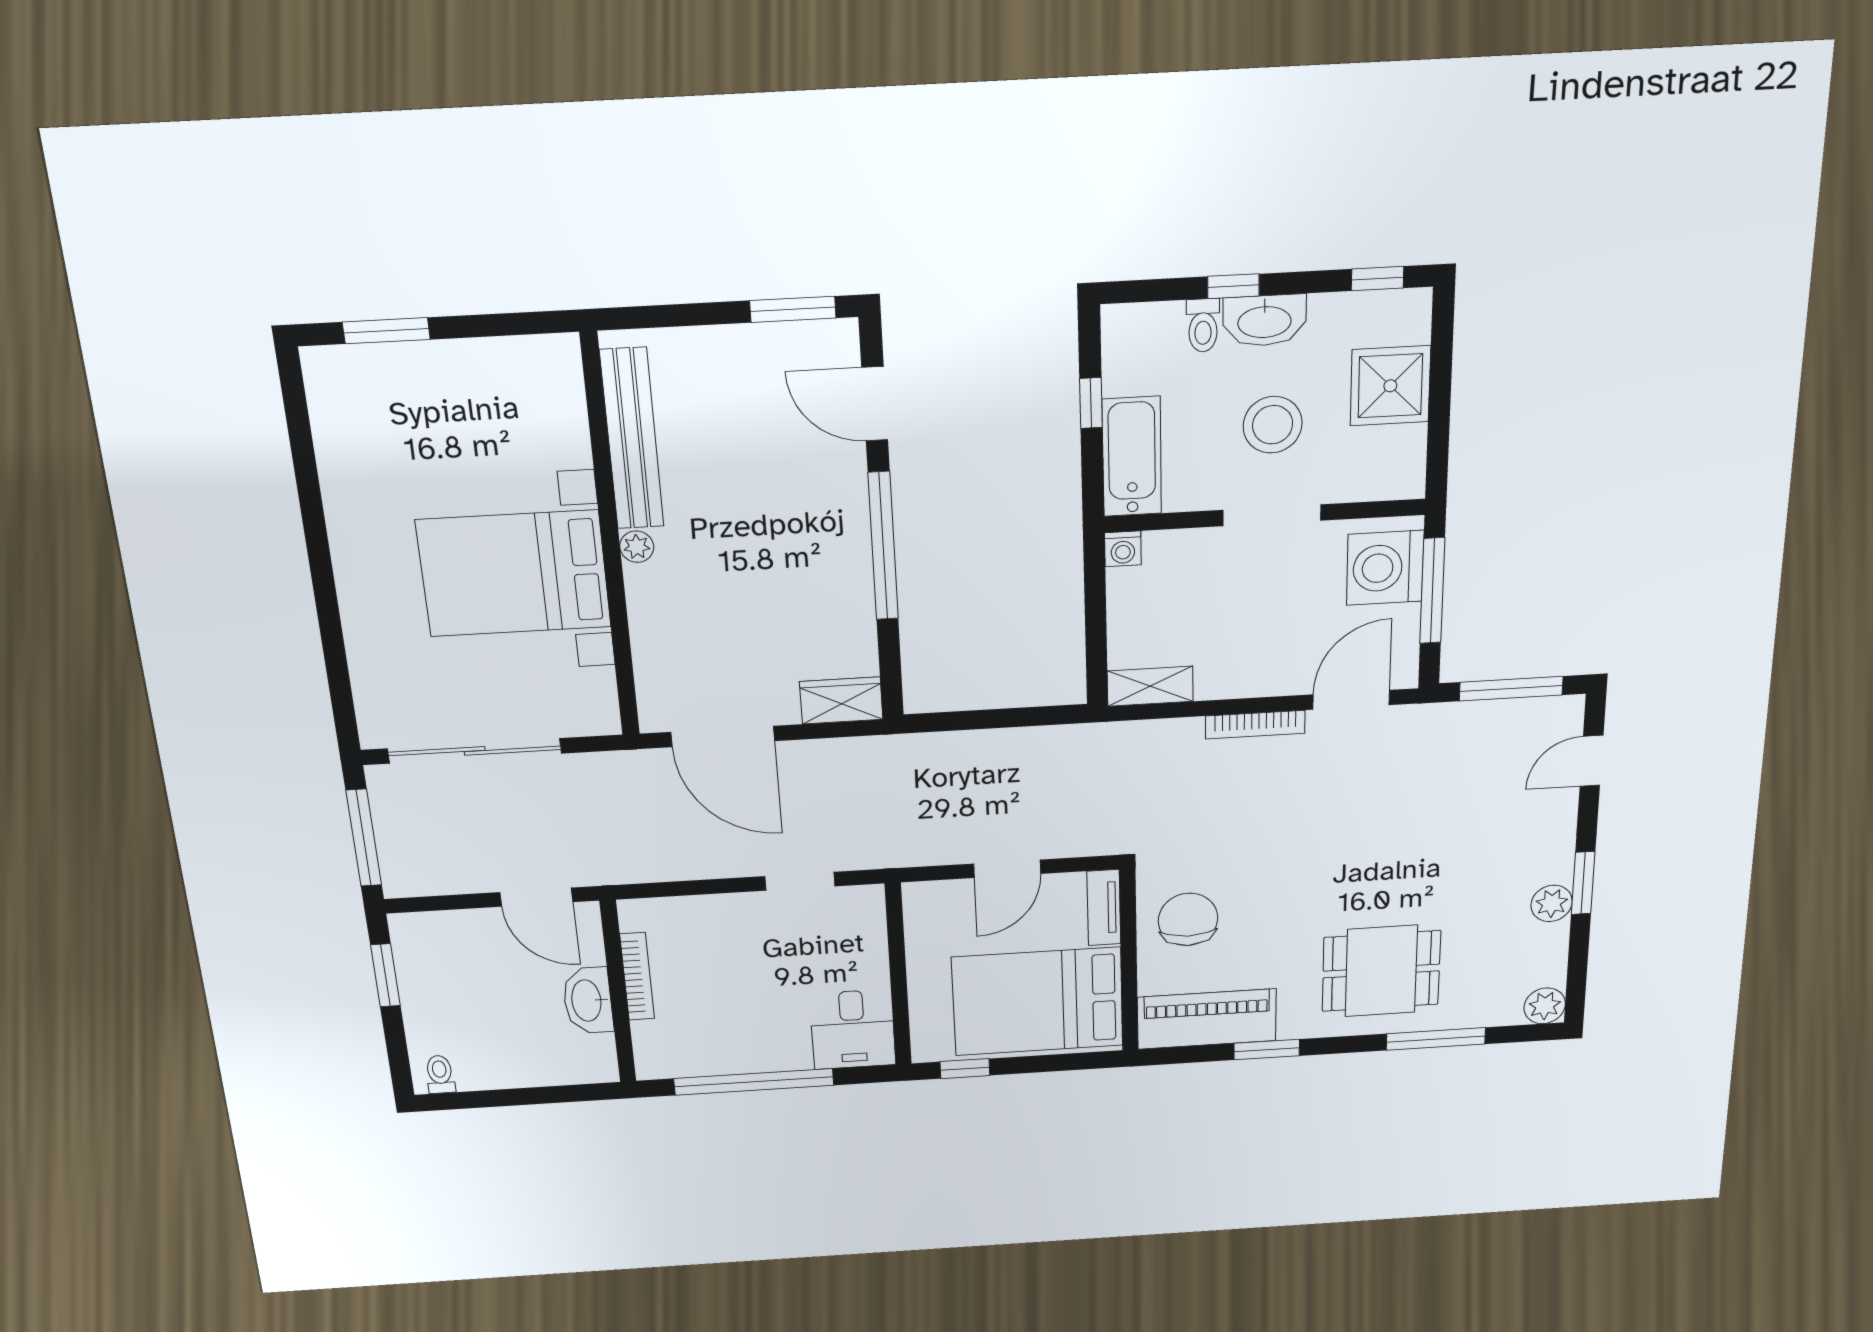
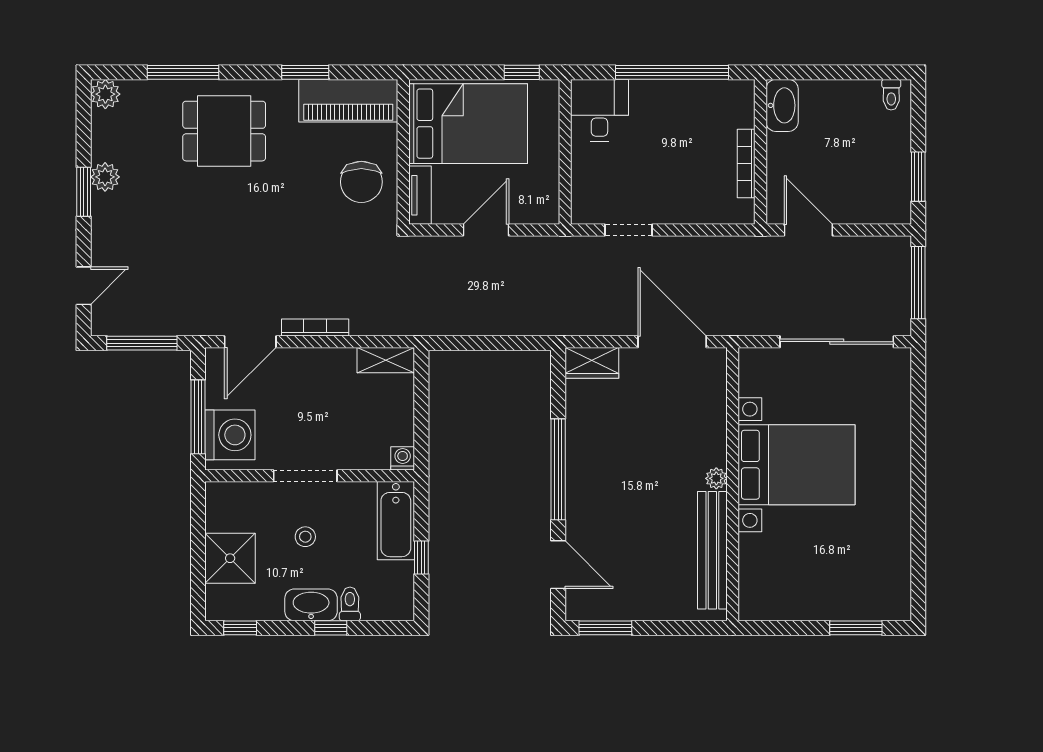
stool: (1273, 425) -> (305, 537), width x0.53, depth x0.53
washbasin: (588, 1001) -> (782, 105), moved

